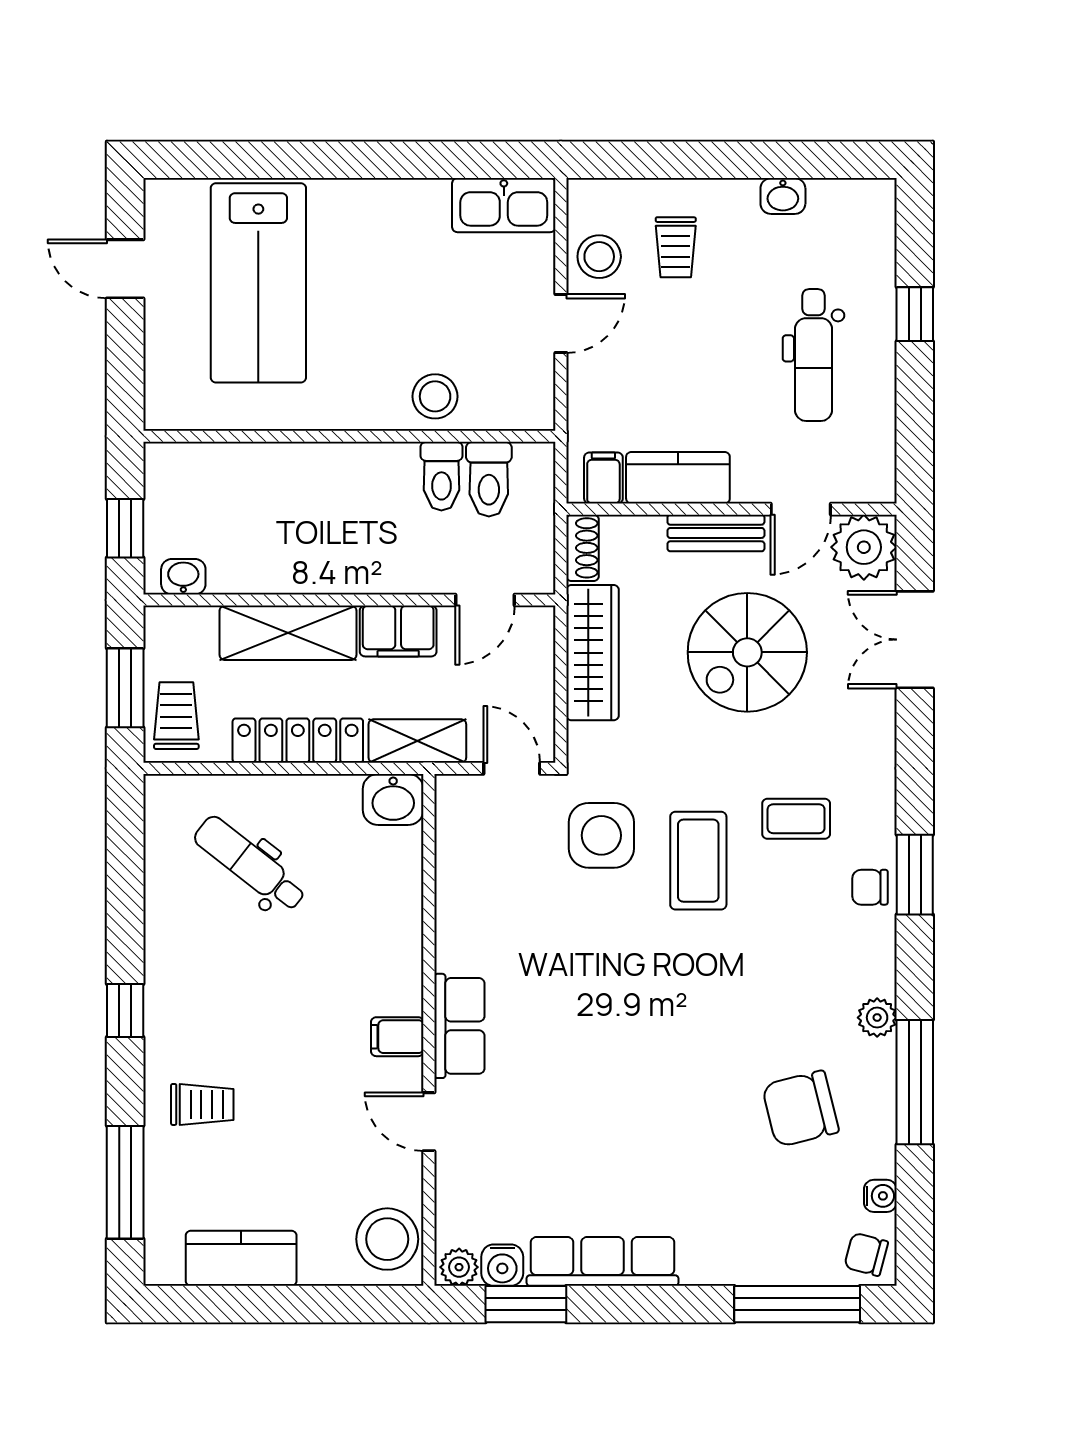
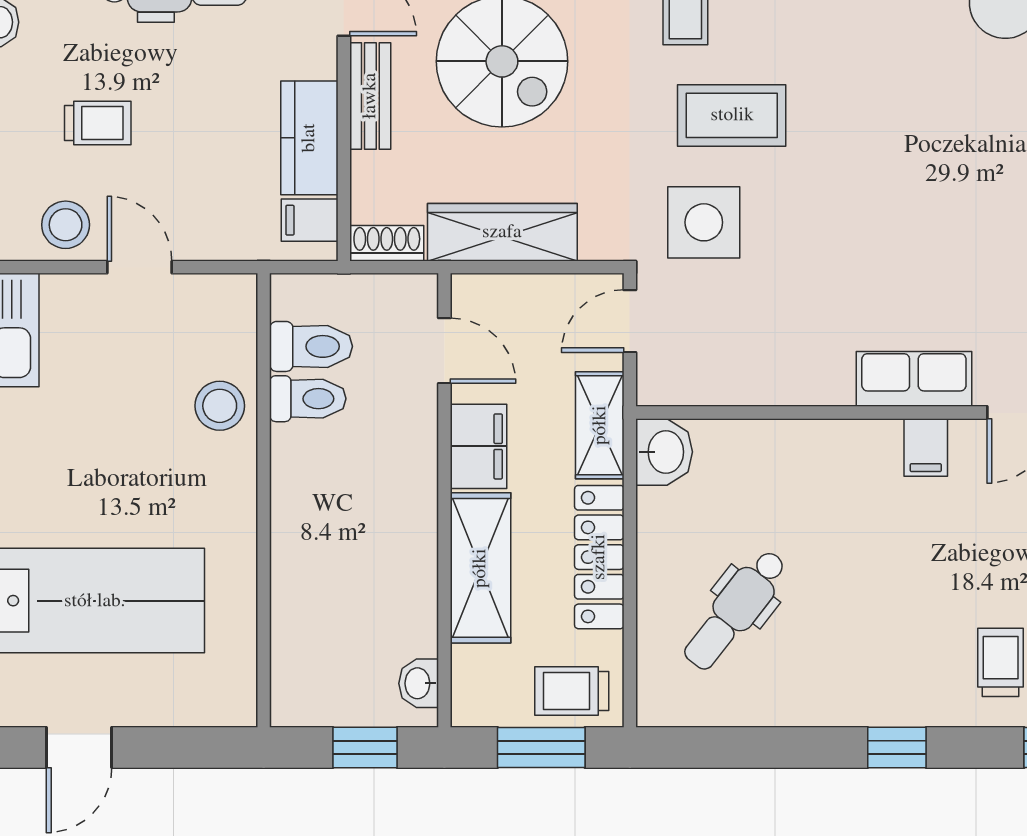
trolley: (676, 247) -> (98, 123), moved

